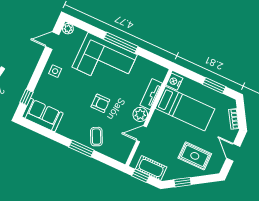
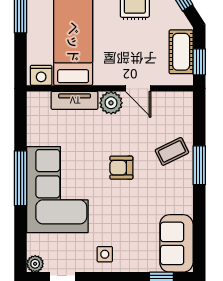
armchair: (100, 103) -> (121, 168), turned -90

